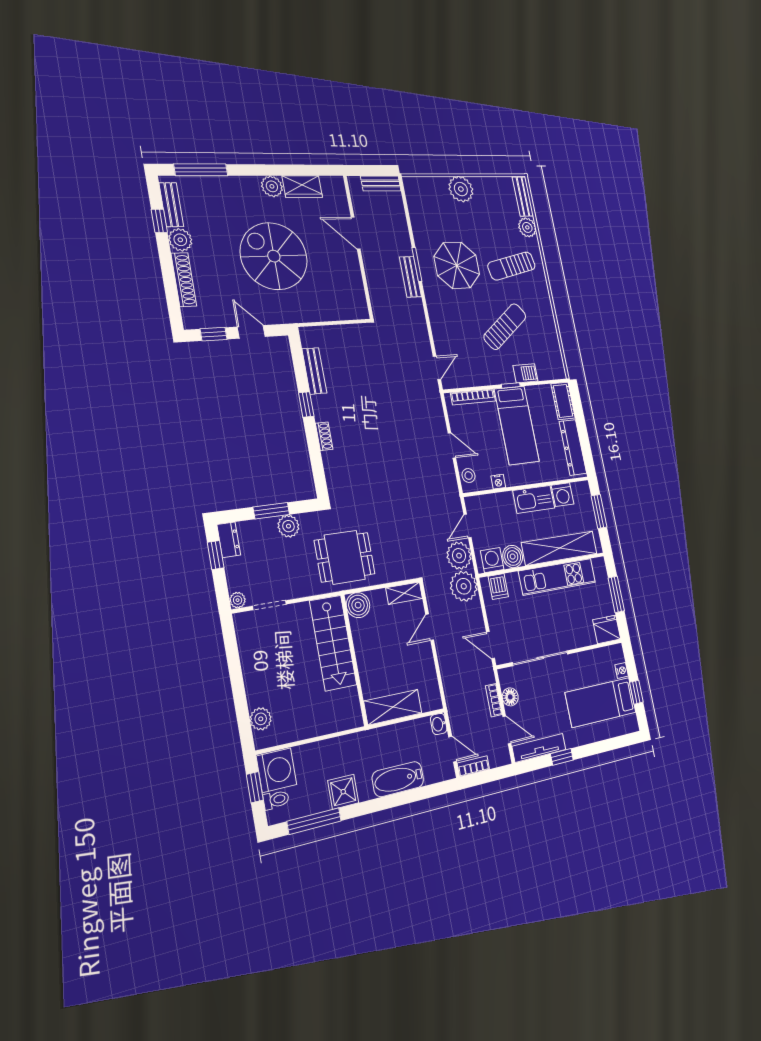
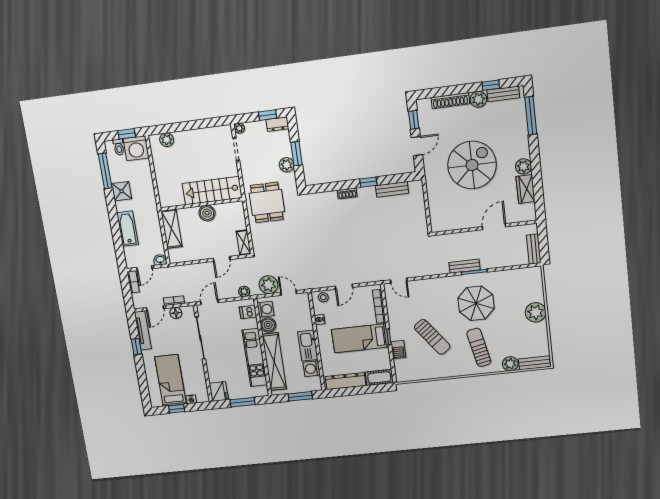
plant: (464, 586) -> (244, 291), width x0.53, depth x0.53
boiler: (358, 605) -> (207, 213), moved
door: (430, 627) -> (221, 259), swing flipped

